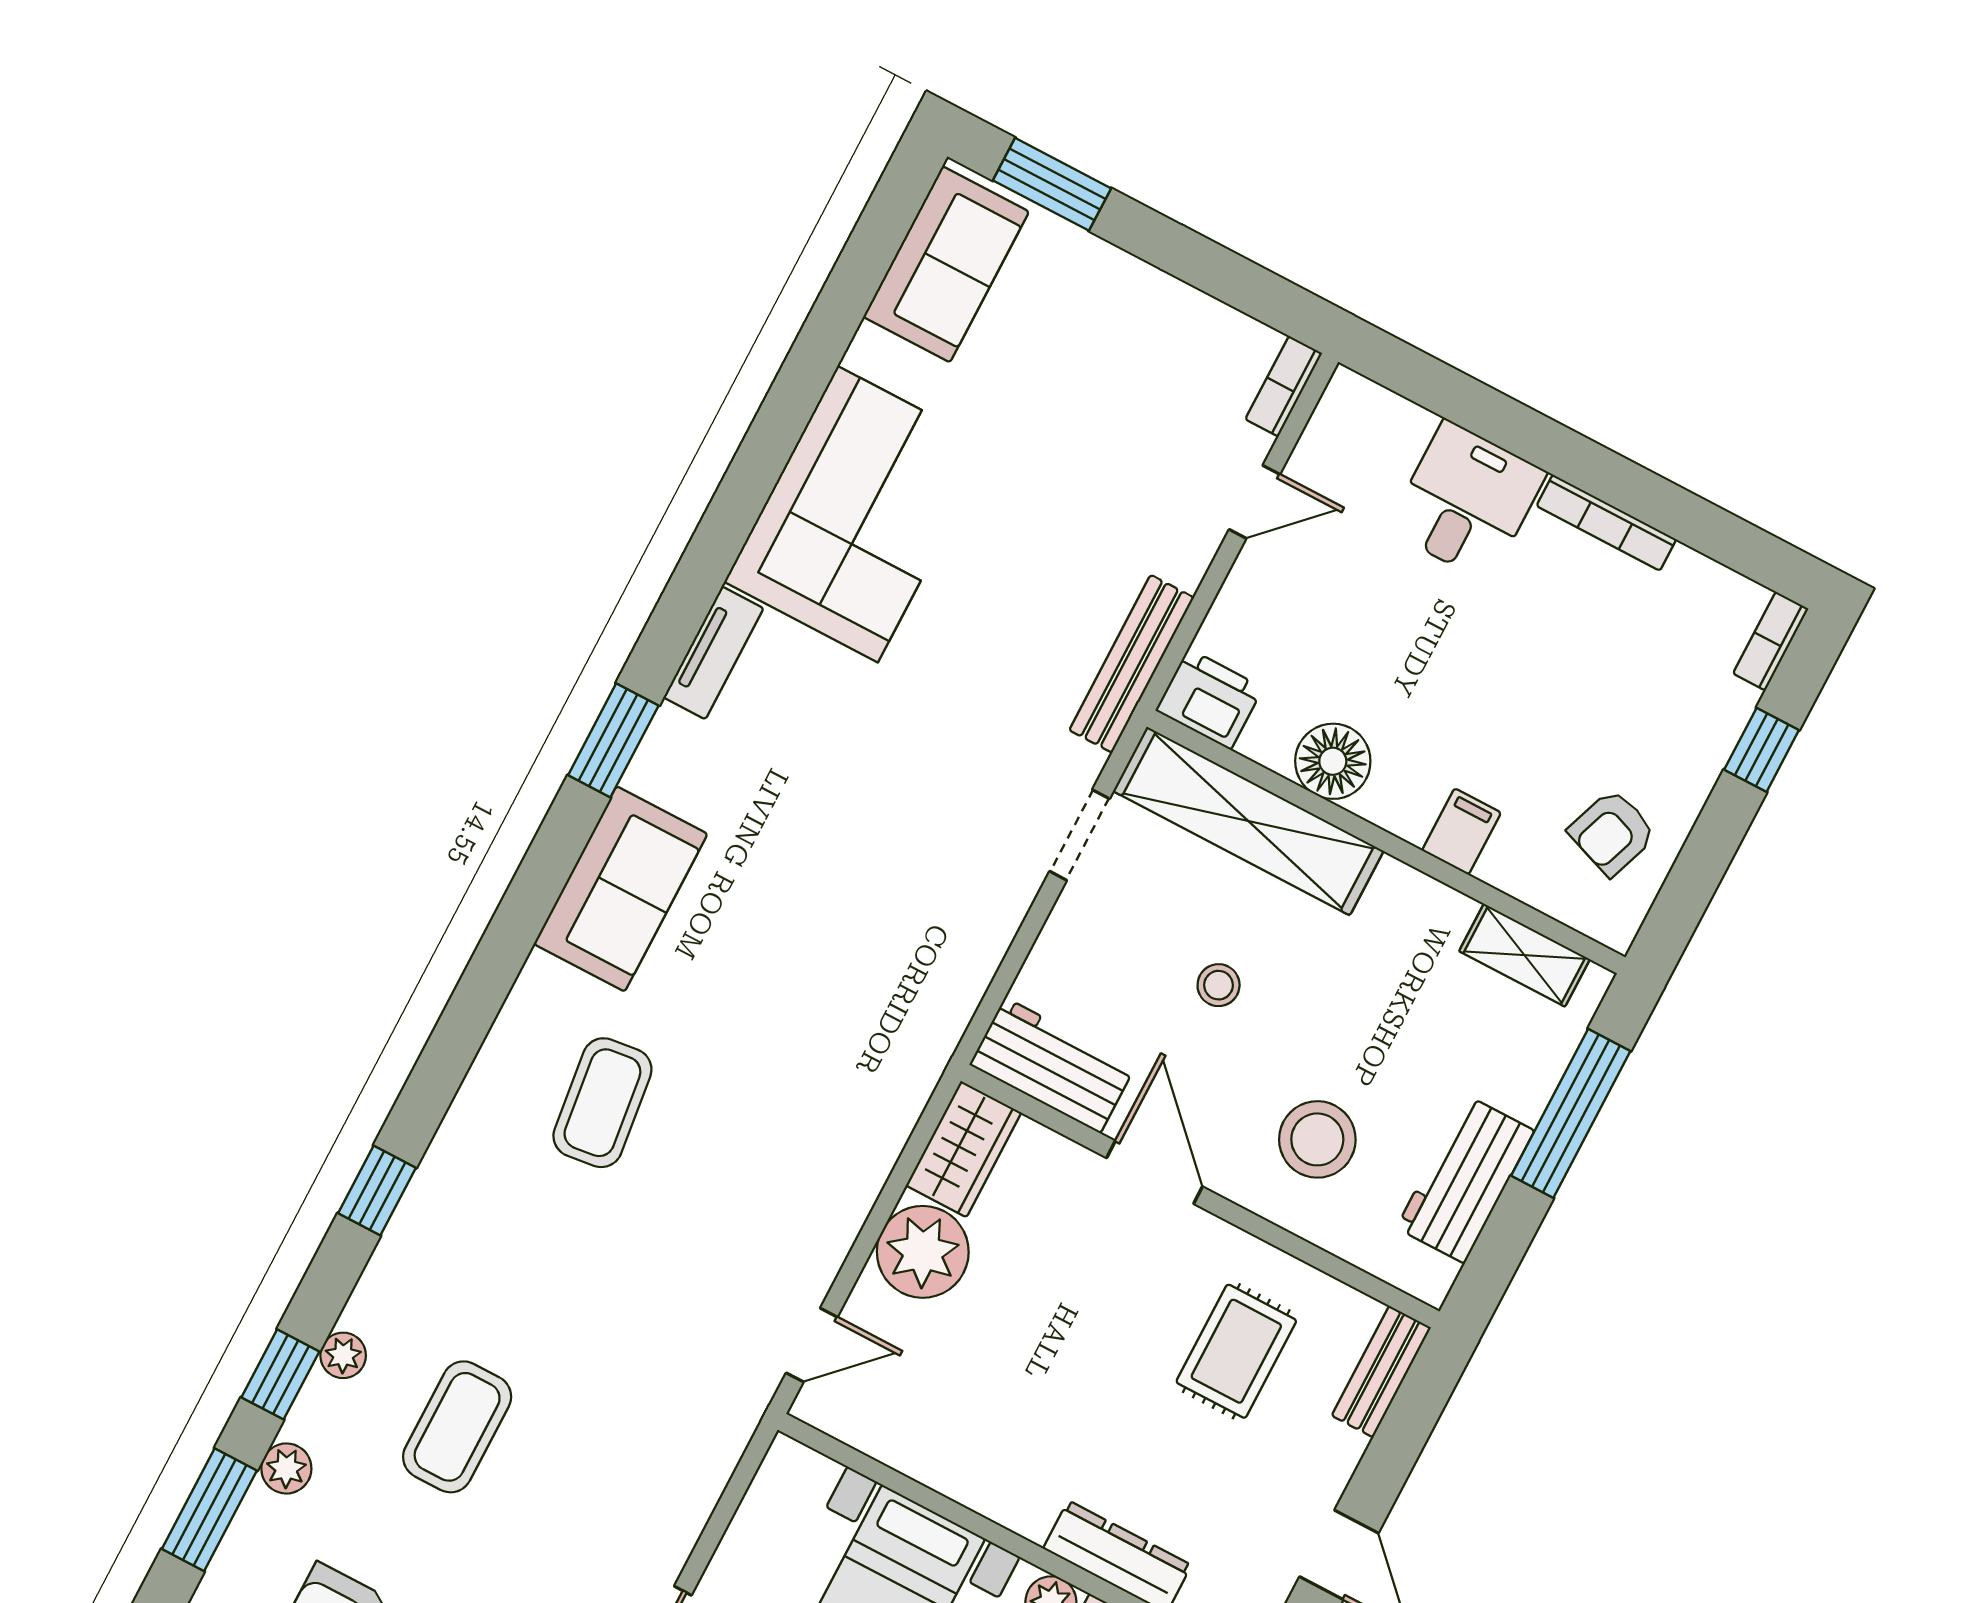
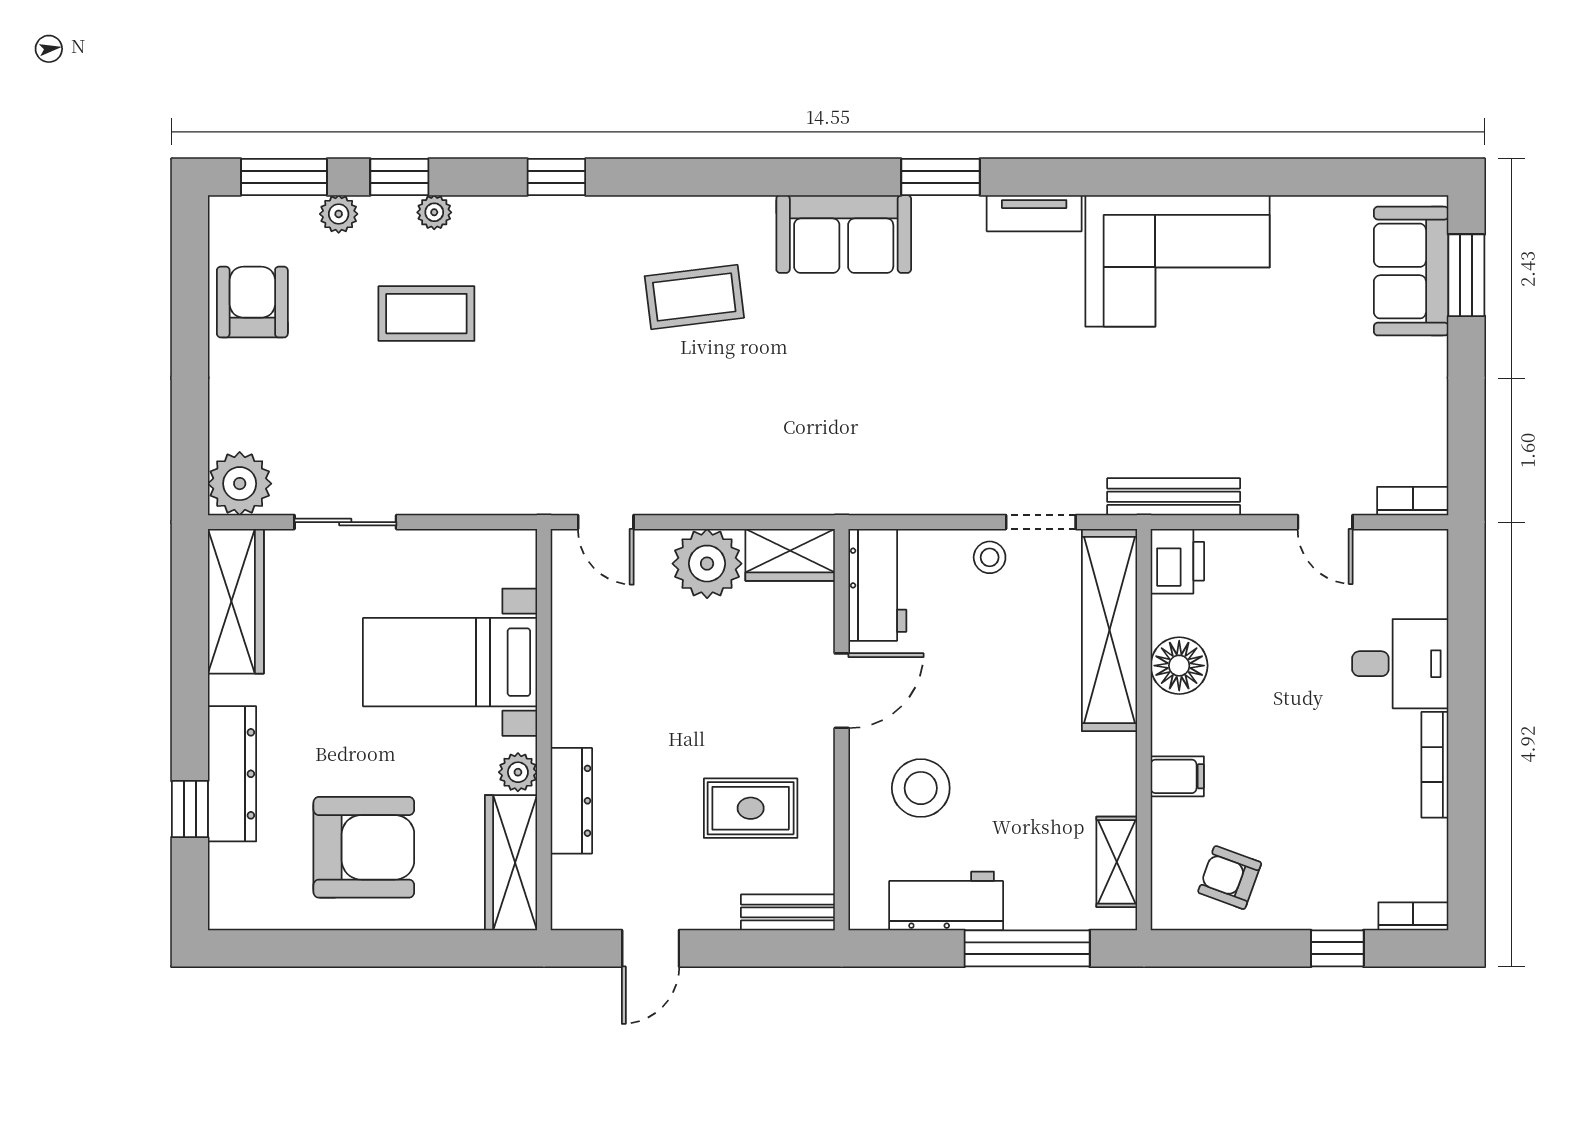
sofa: (946, 264) -> (1411, 271), moved, turned 90
stool: (1219, 985) -> (990, 557), moved

